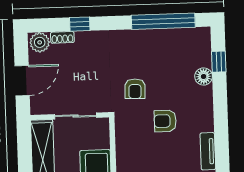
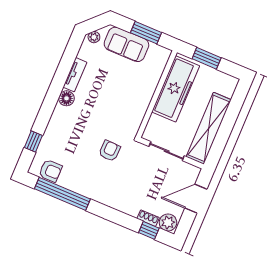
window: (80, 24) -> (149, 230), moved
floor lamp: (204, 76) -> (66, 98), moved
armchair: (165, 121) -> (50, 171), moved

